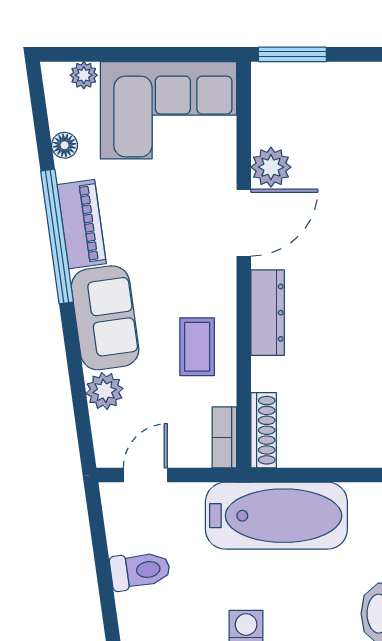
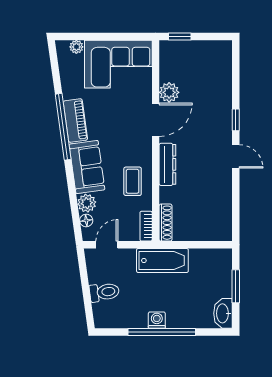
window: (292, 54) -> (180, 36), width x0.67
floor lamp: (65, 145) -> (86, 220), moved
bathtub: (276, 516) -> (162, 260), width x0.73, depth x0.73

